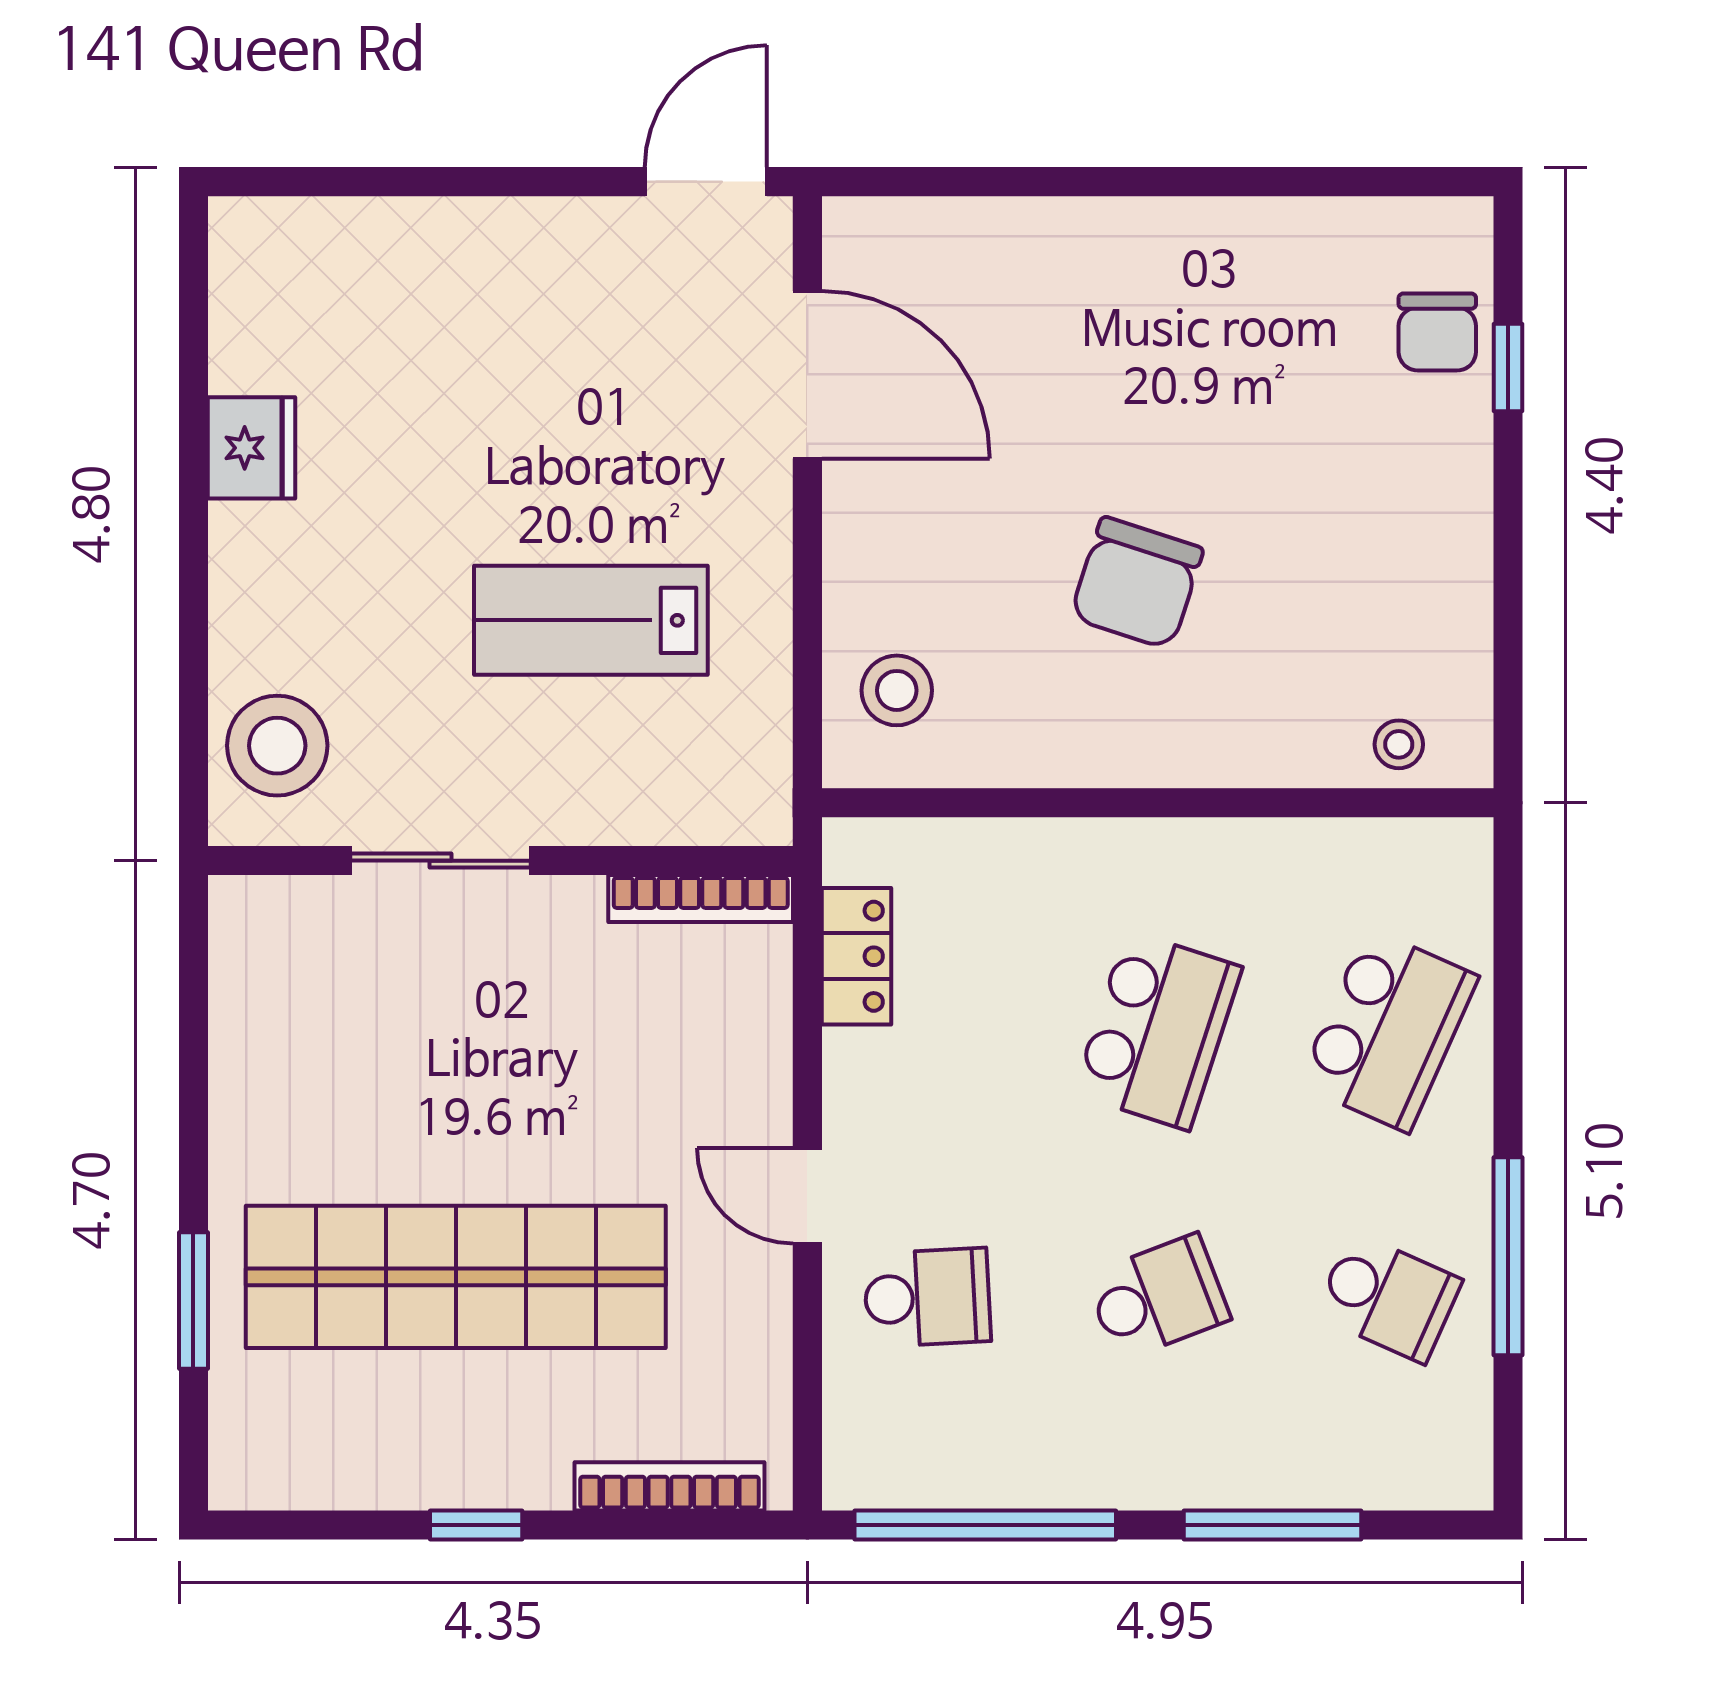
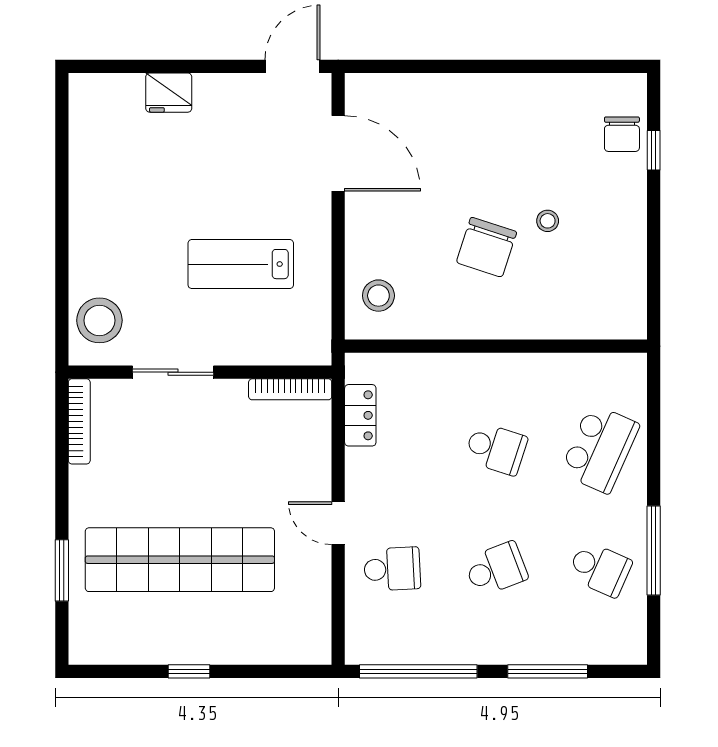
fridge: (252, 448) -> (169, 93), moved, turned 90
stool: (1399, 744) -> (548, 221), moved
school desk: (1158, 1030) -> (496, 449), width x0.54
bookcase: (669, 1486) -> (79, 421), moved, turned 90

